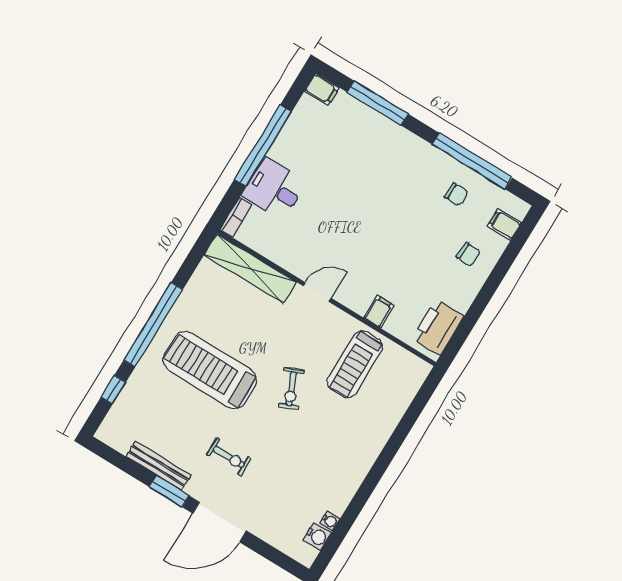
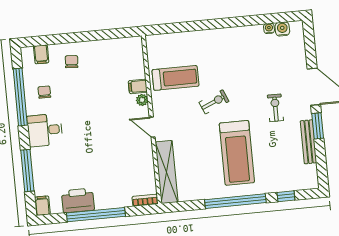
desk: (274, 189) -> (45, 130), moved, turned 90
plant: (359, 304) -> (142, 100), added
printer: (438, 327) -> (78, 200), moved, turned 180

